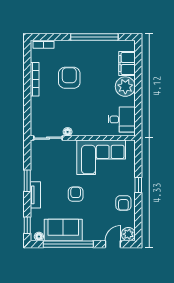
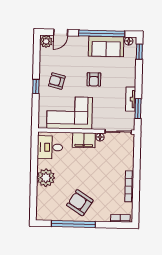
filing cabinet: (127, 63) -> (84, 140), moved, turned 90
armchair: (69, 78) -> (80, 203), moved, turned 123
window: (27, 181) -> (138, 109), moved
tv unit: (35, 195) -> (131, 99), moved
armchair: (123, 203) -> (57, 81), moved, turned -76

